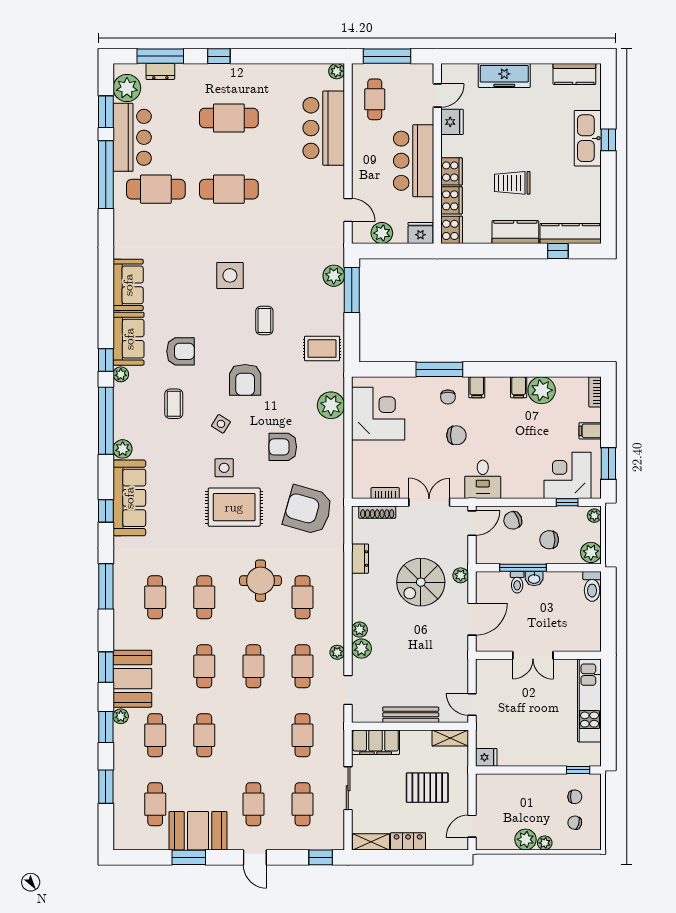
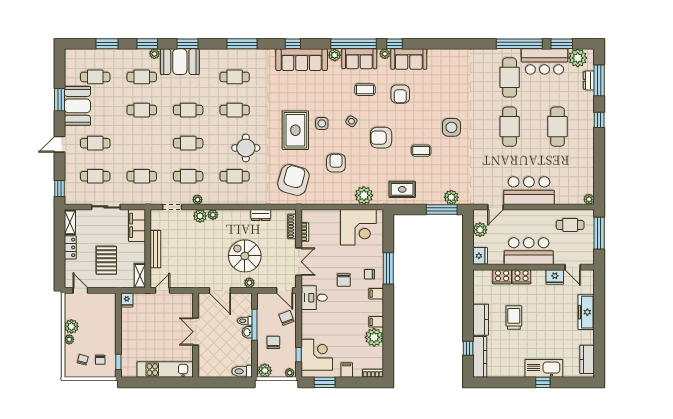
bar counter: (324, 128) -> (529, 191), moved
cooker: (452, 230) -> (482, 277), removed
sofa: (128, 285) -> (359, 59), moved
rug: (322, 349) -> (402, 189), turned 90

